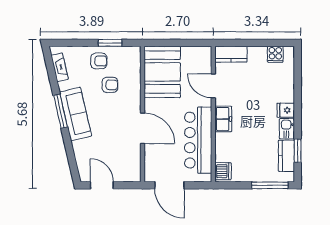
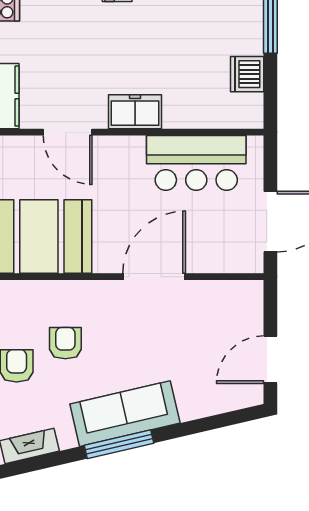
door: (213, 86) -> (68, 132), hinge flipped
bar counter: (198, 140) -> (196, 163), width x0.73
dishwasher: (223, 171) -> (247, 74), moved, turned -90

